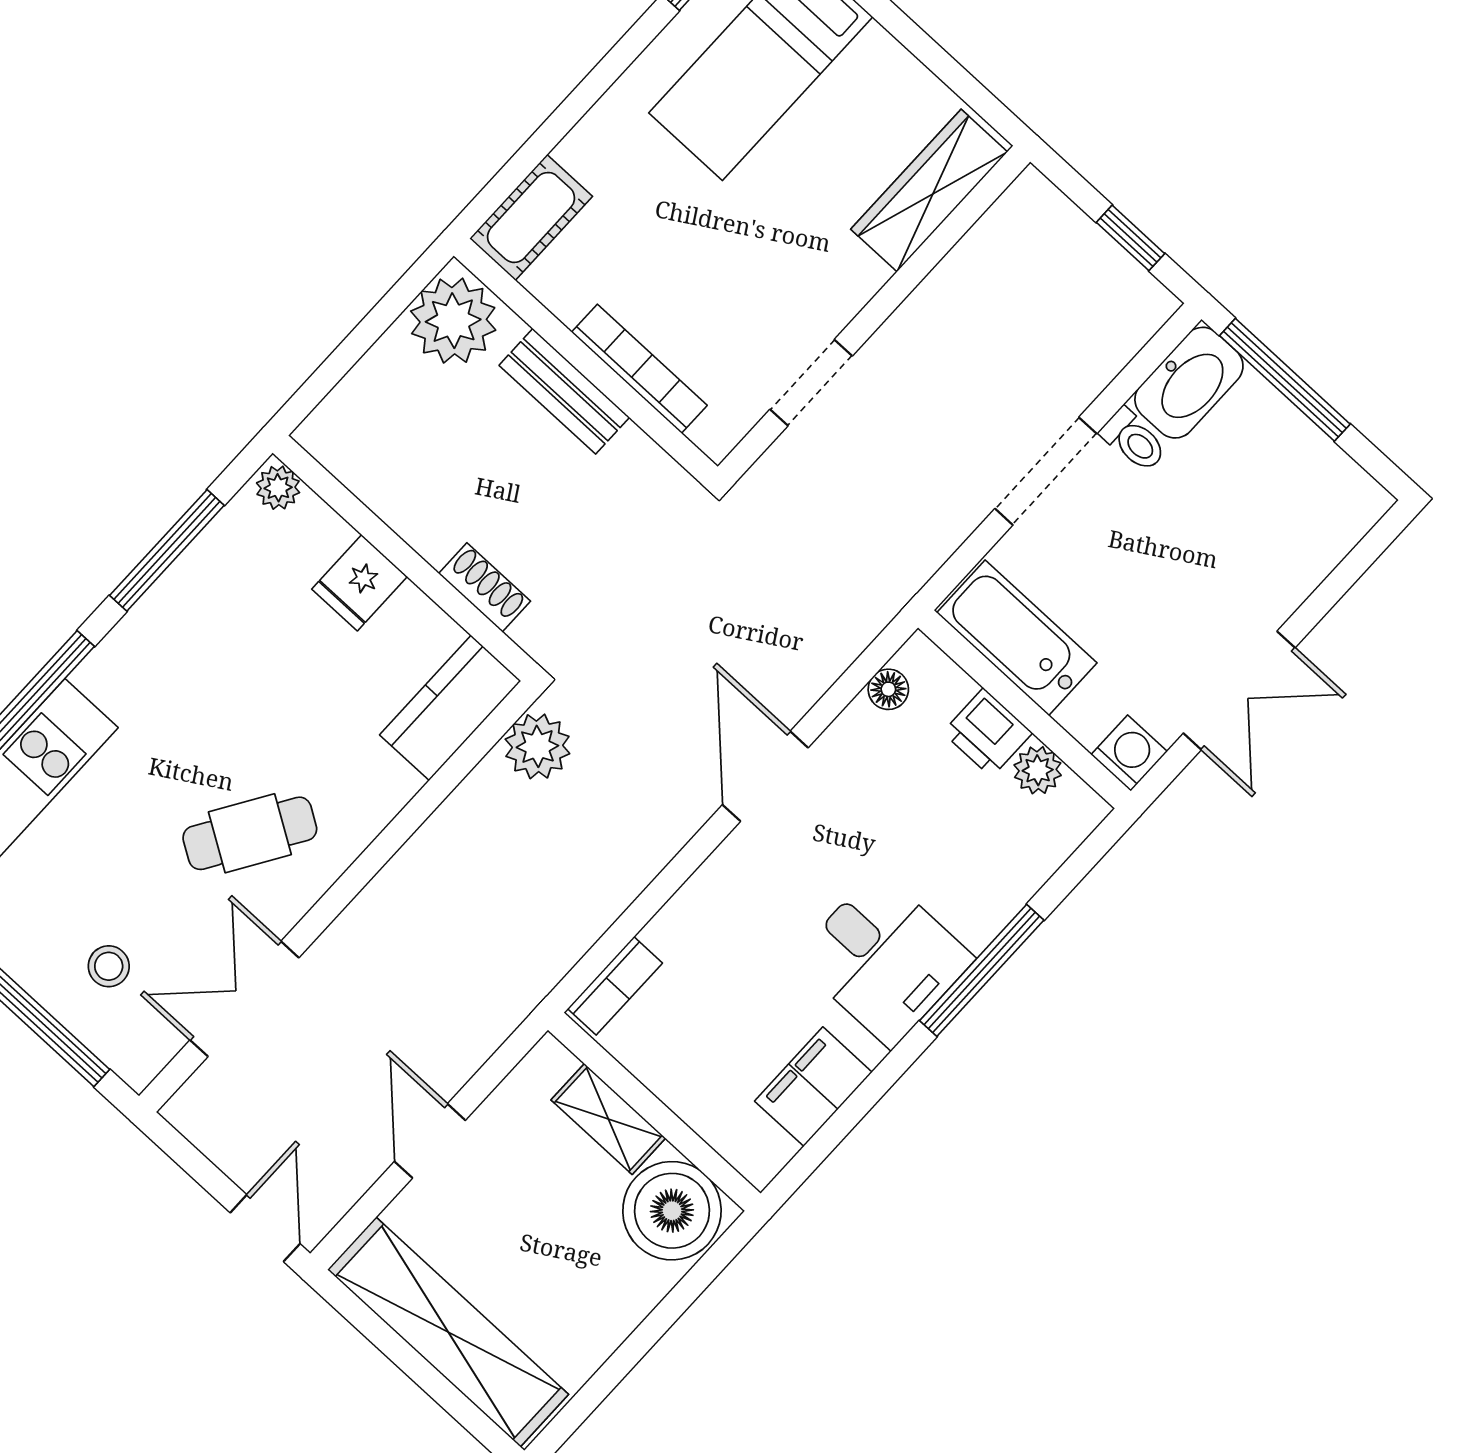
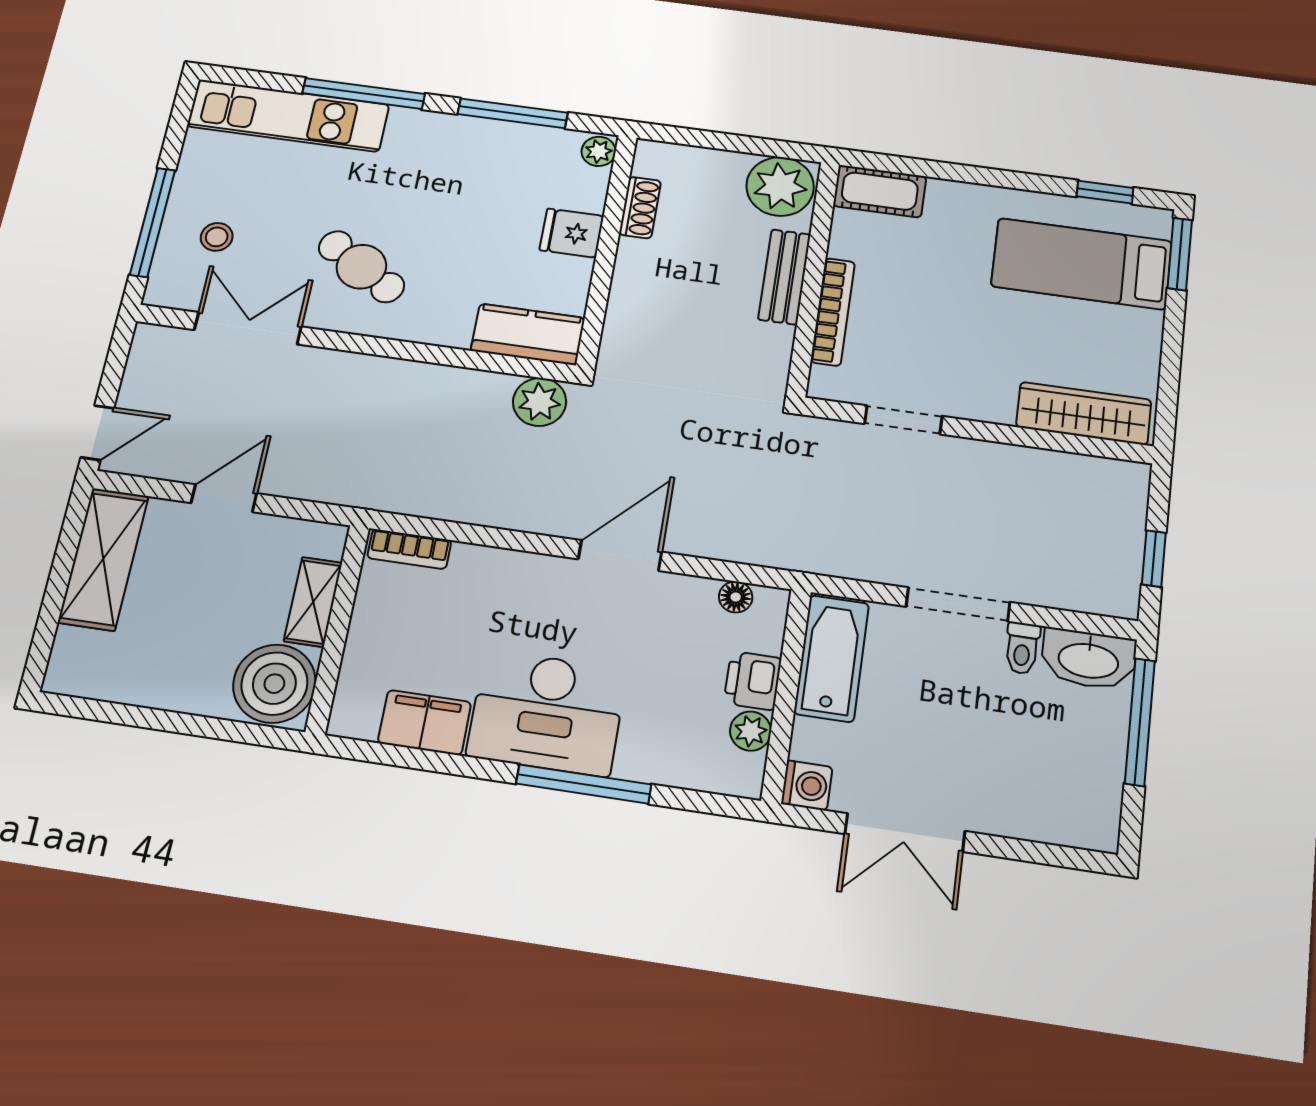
shoe rack: (485, 587) -> (640, 208), moved
desk: (884, 959) -> (547, 713), width x1.37
shelving: (448, 1332) -> (103, 559), width x0.68

